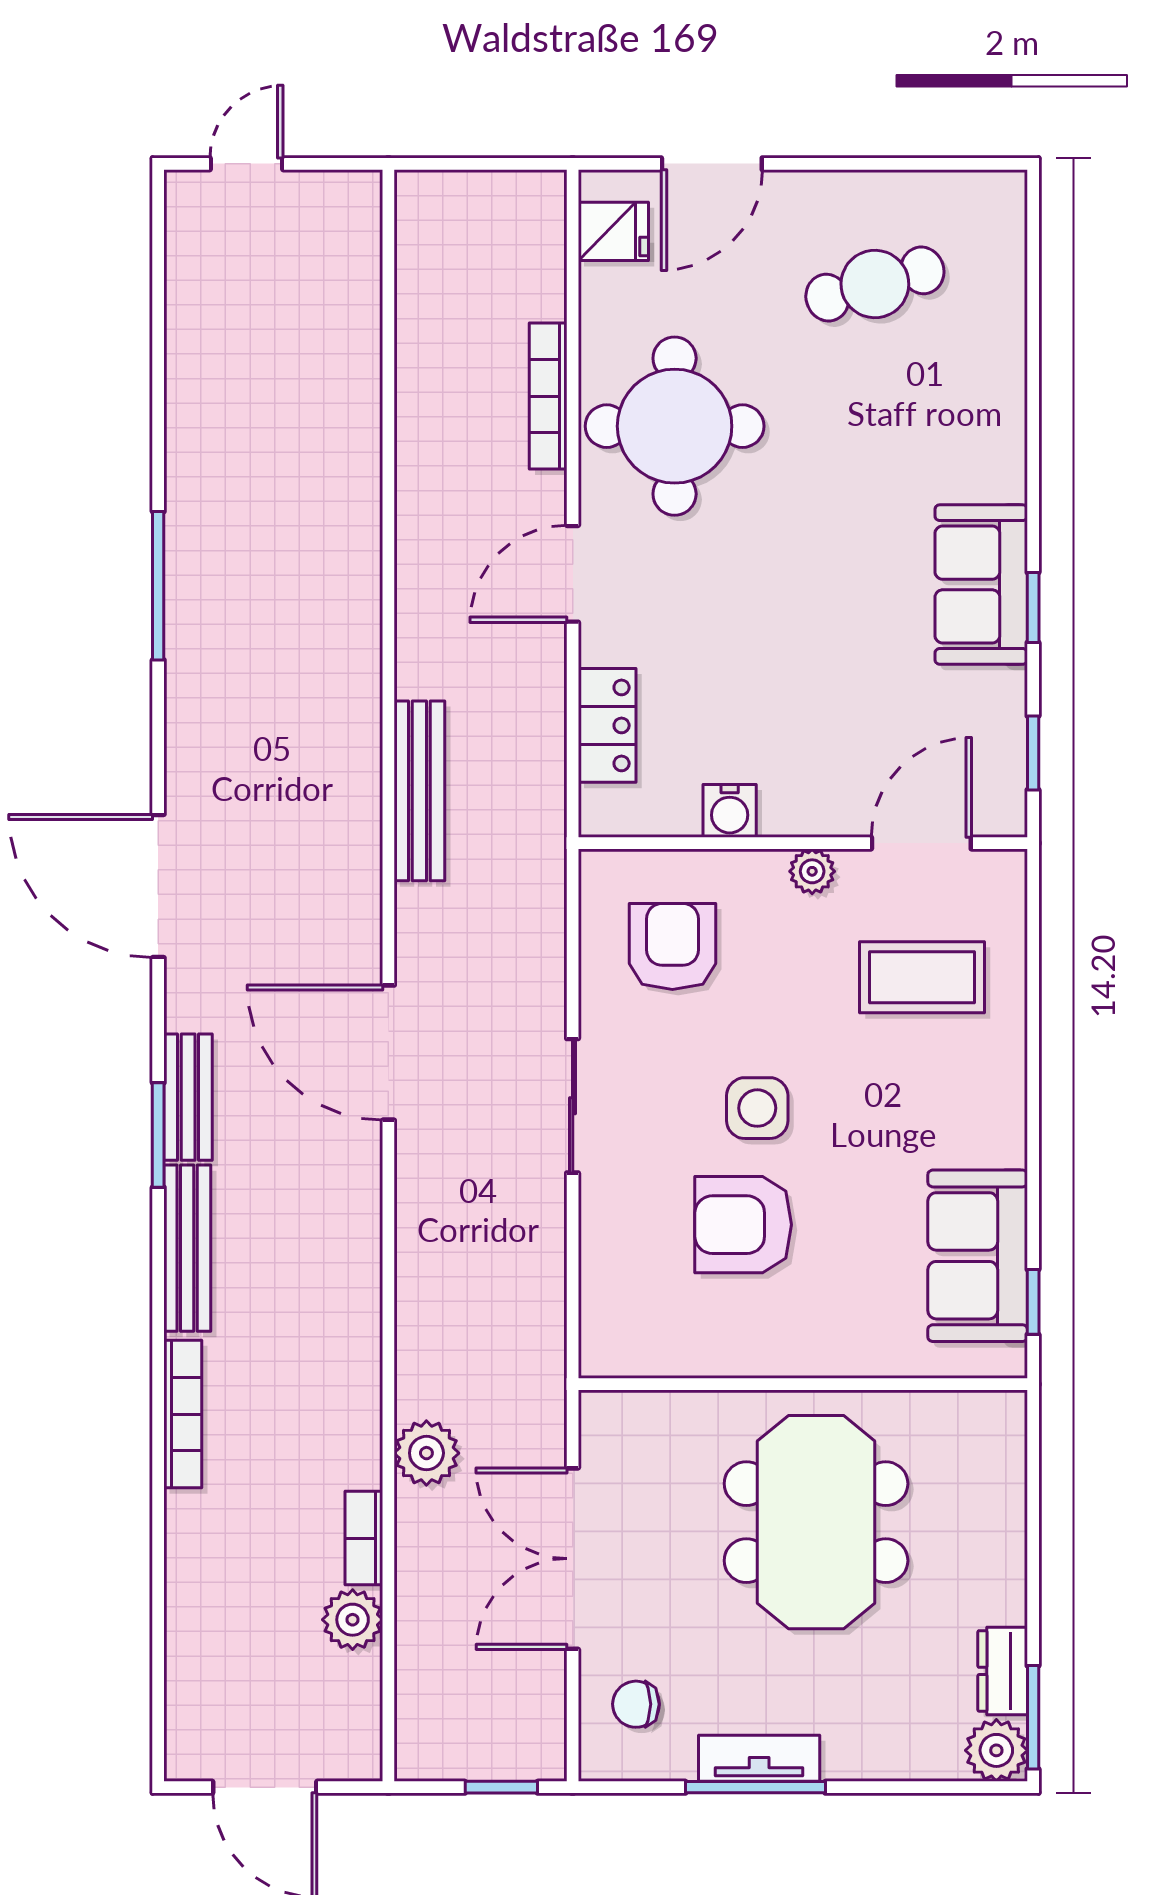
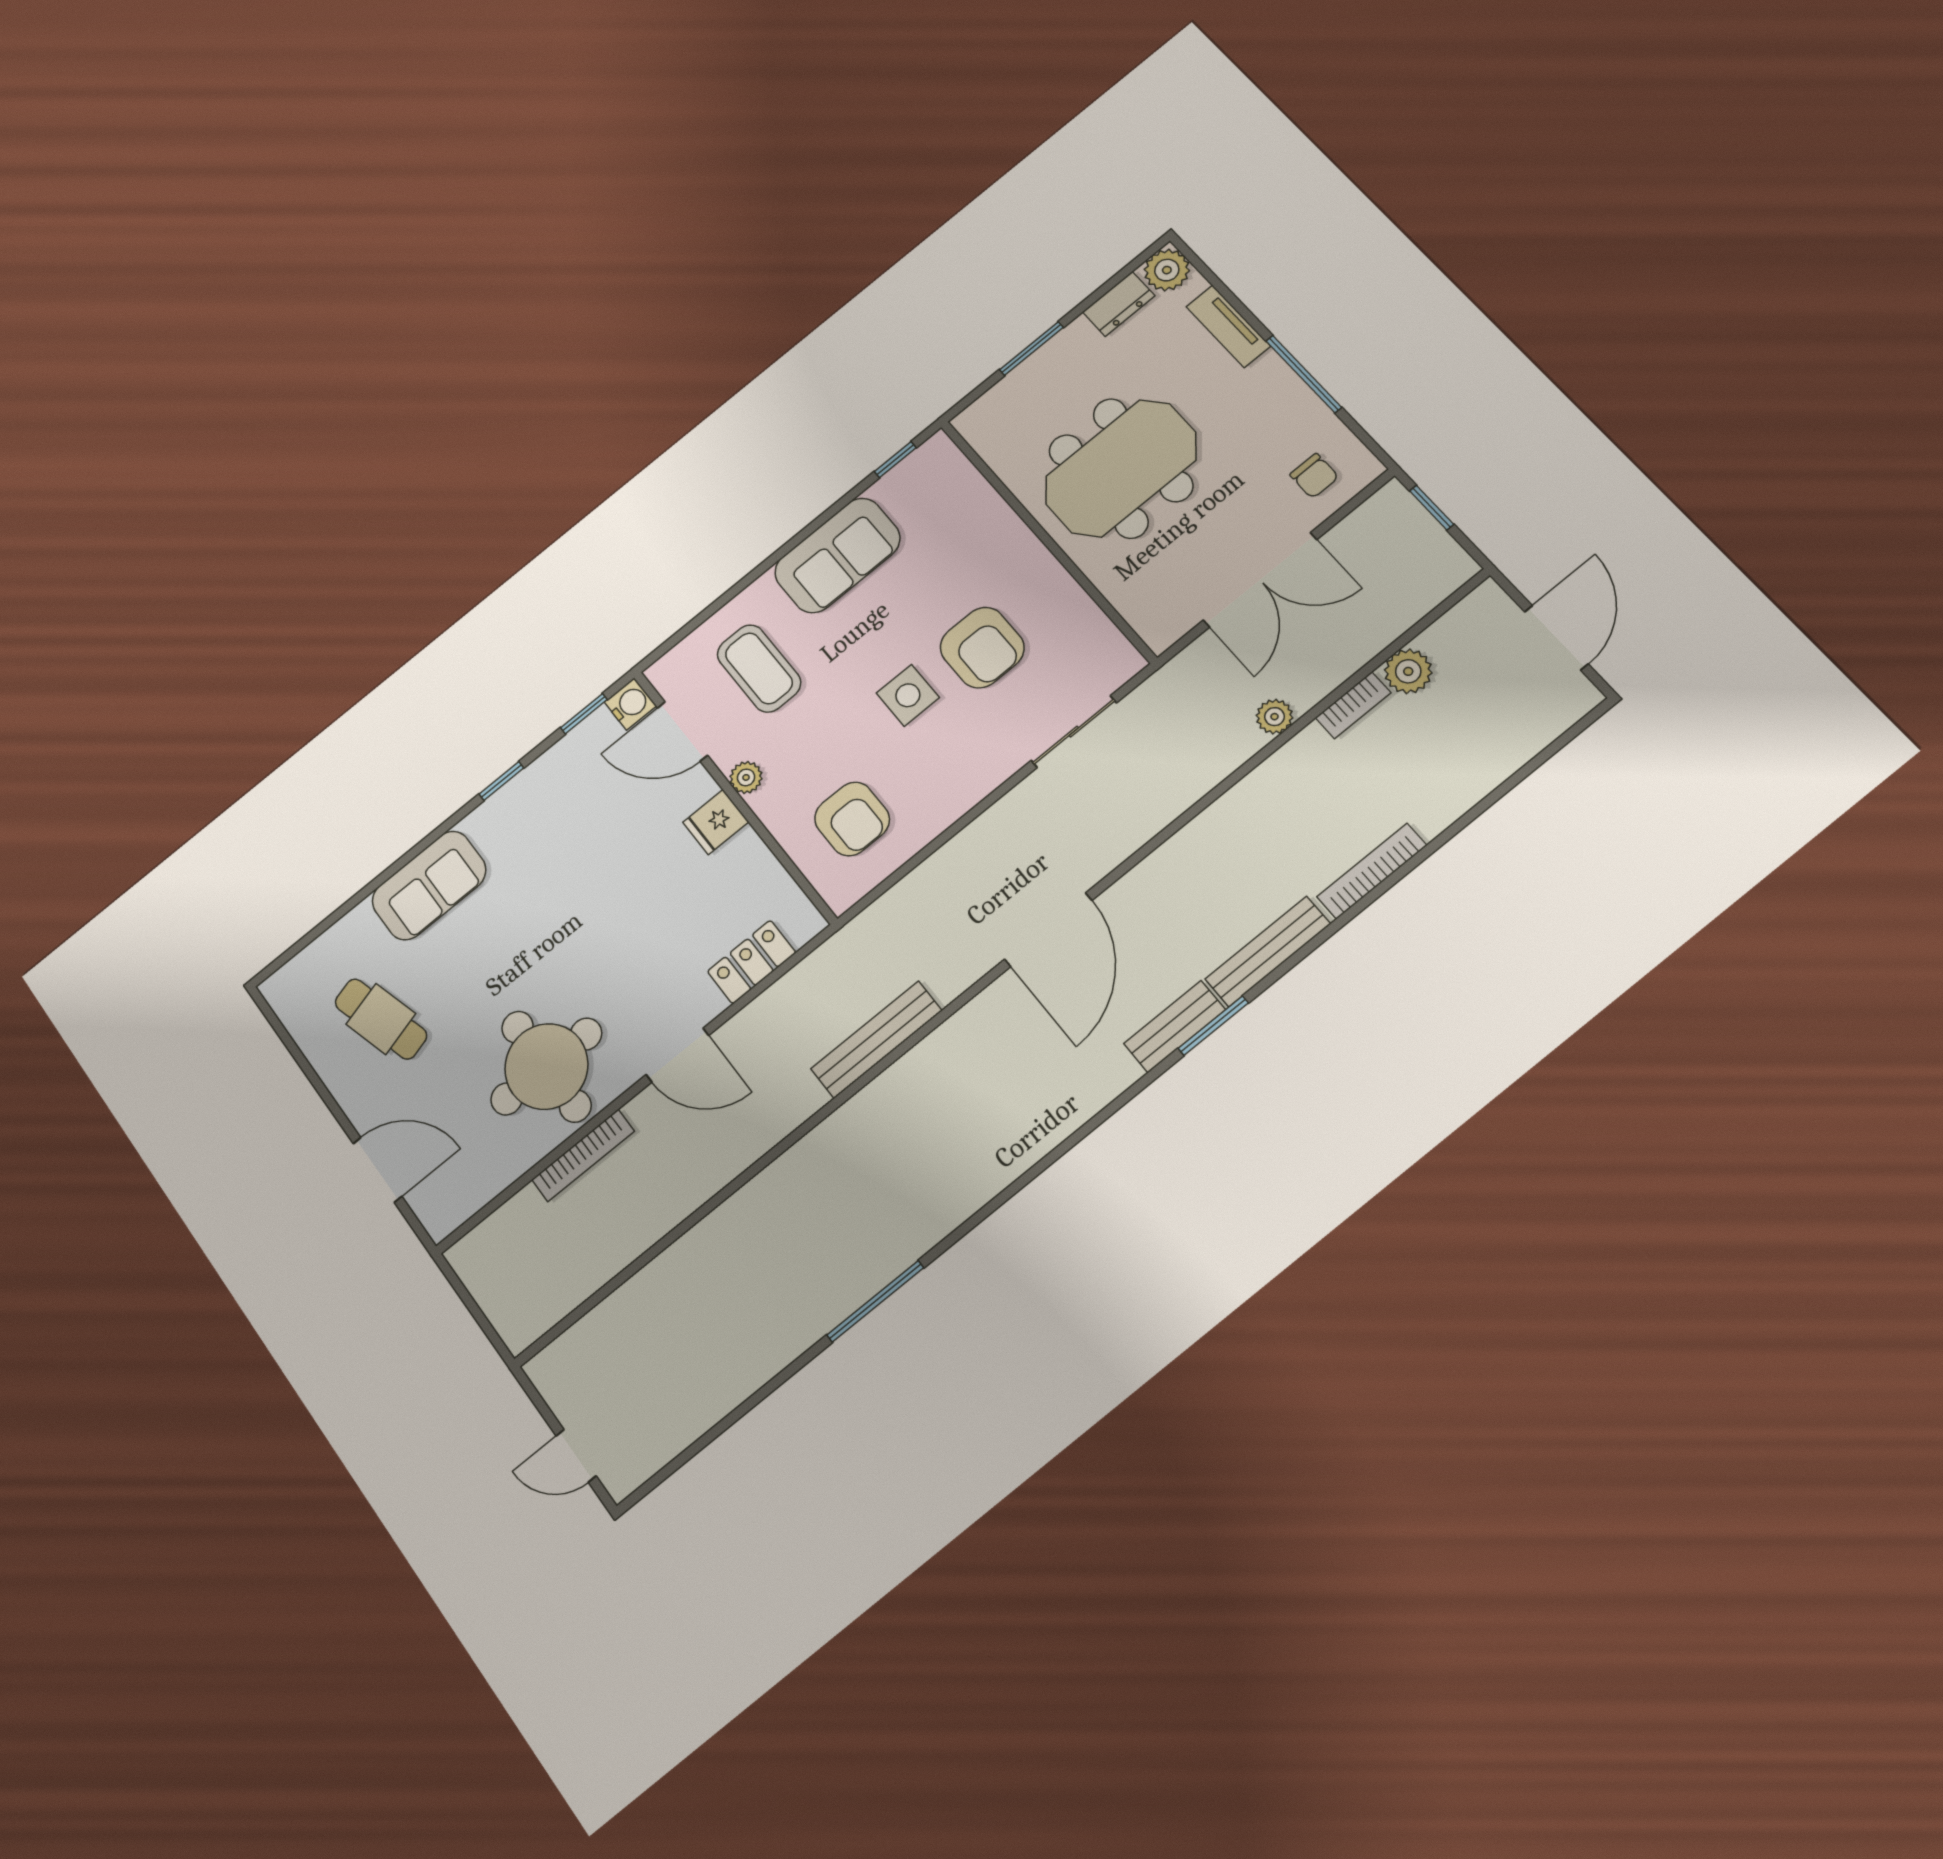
fridge: (613, 231) -> (716, 822), moved, turned -90
sofa: (981, 585) -> (429, 885), moved
water cooler: (730, 811) -> (630, 704), moved
door: (158, 886) -> (1060, 1151), removed
armchair: (672, 946) -> (852, 819), turned -90
sliding door: (573, 1106) -> (1074, 732), moved
sofa: (978, 1256) -> (837, 555), moved
plant: (426, 1453) -> (1275, 717), width x0.73, depth x0.73
window: (1033, 1717) -> (1031, 349), moved
tv unit: (759, 1758) -> (1228, 326), moved

